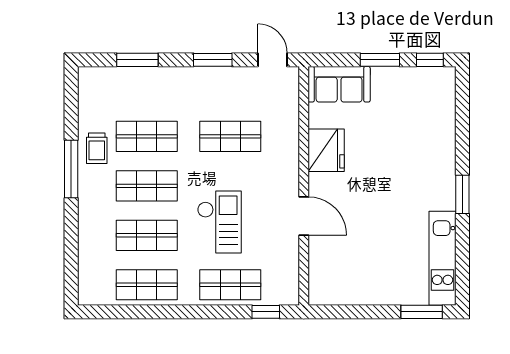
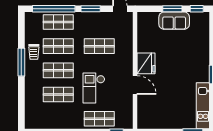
window: (137, 60) -> (54, 9), width x2.11
sofa: (339, 84) -> (174, 21), moved
fridge: (326, 150) -> (146, 63), moved
checkout: (219, 222) -> (94, 88), turned 180
shop shelf: (147, 285) -> (58, 22), moved

